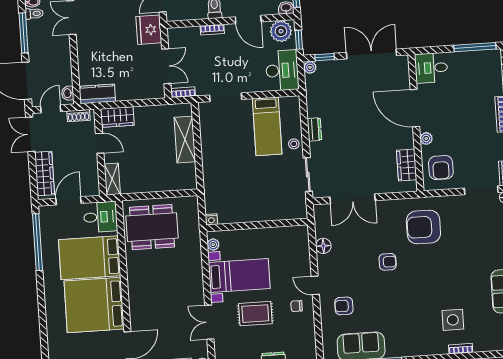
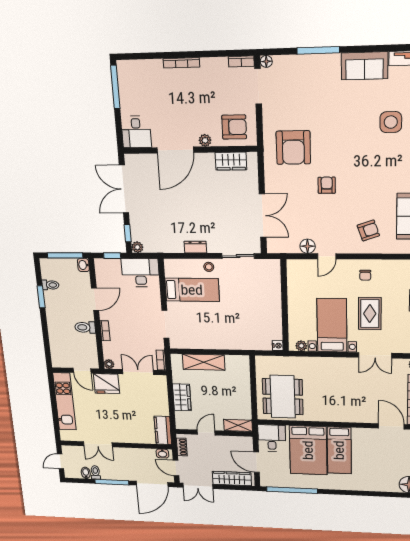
plant: (281, 31) -> (109, 364), moved, width x0.53, depth x0.53
wardrobe: (117, 117) -> (182, 397), moved
door: (315, 285) -> (327, 256), moved
bed: (94, 305) -> (339, 450), width x0.49
armchair: (344, 306) -> (368, 230), turned -109

